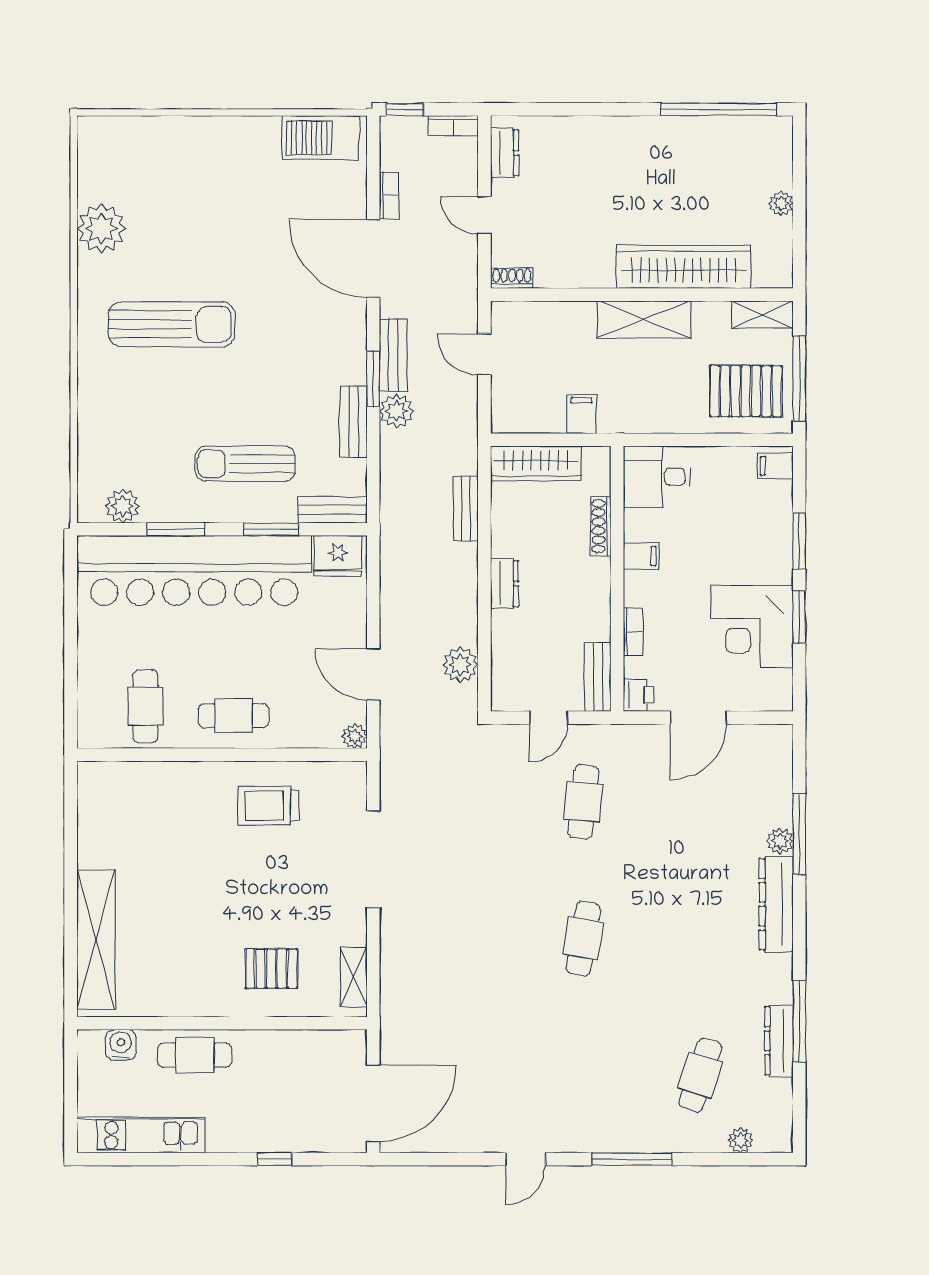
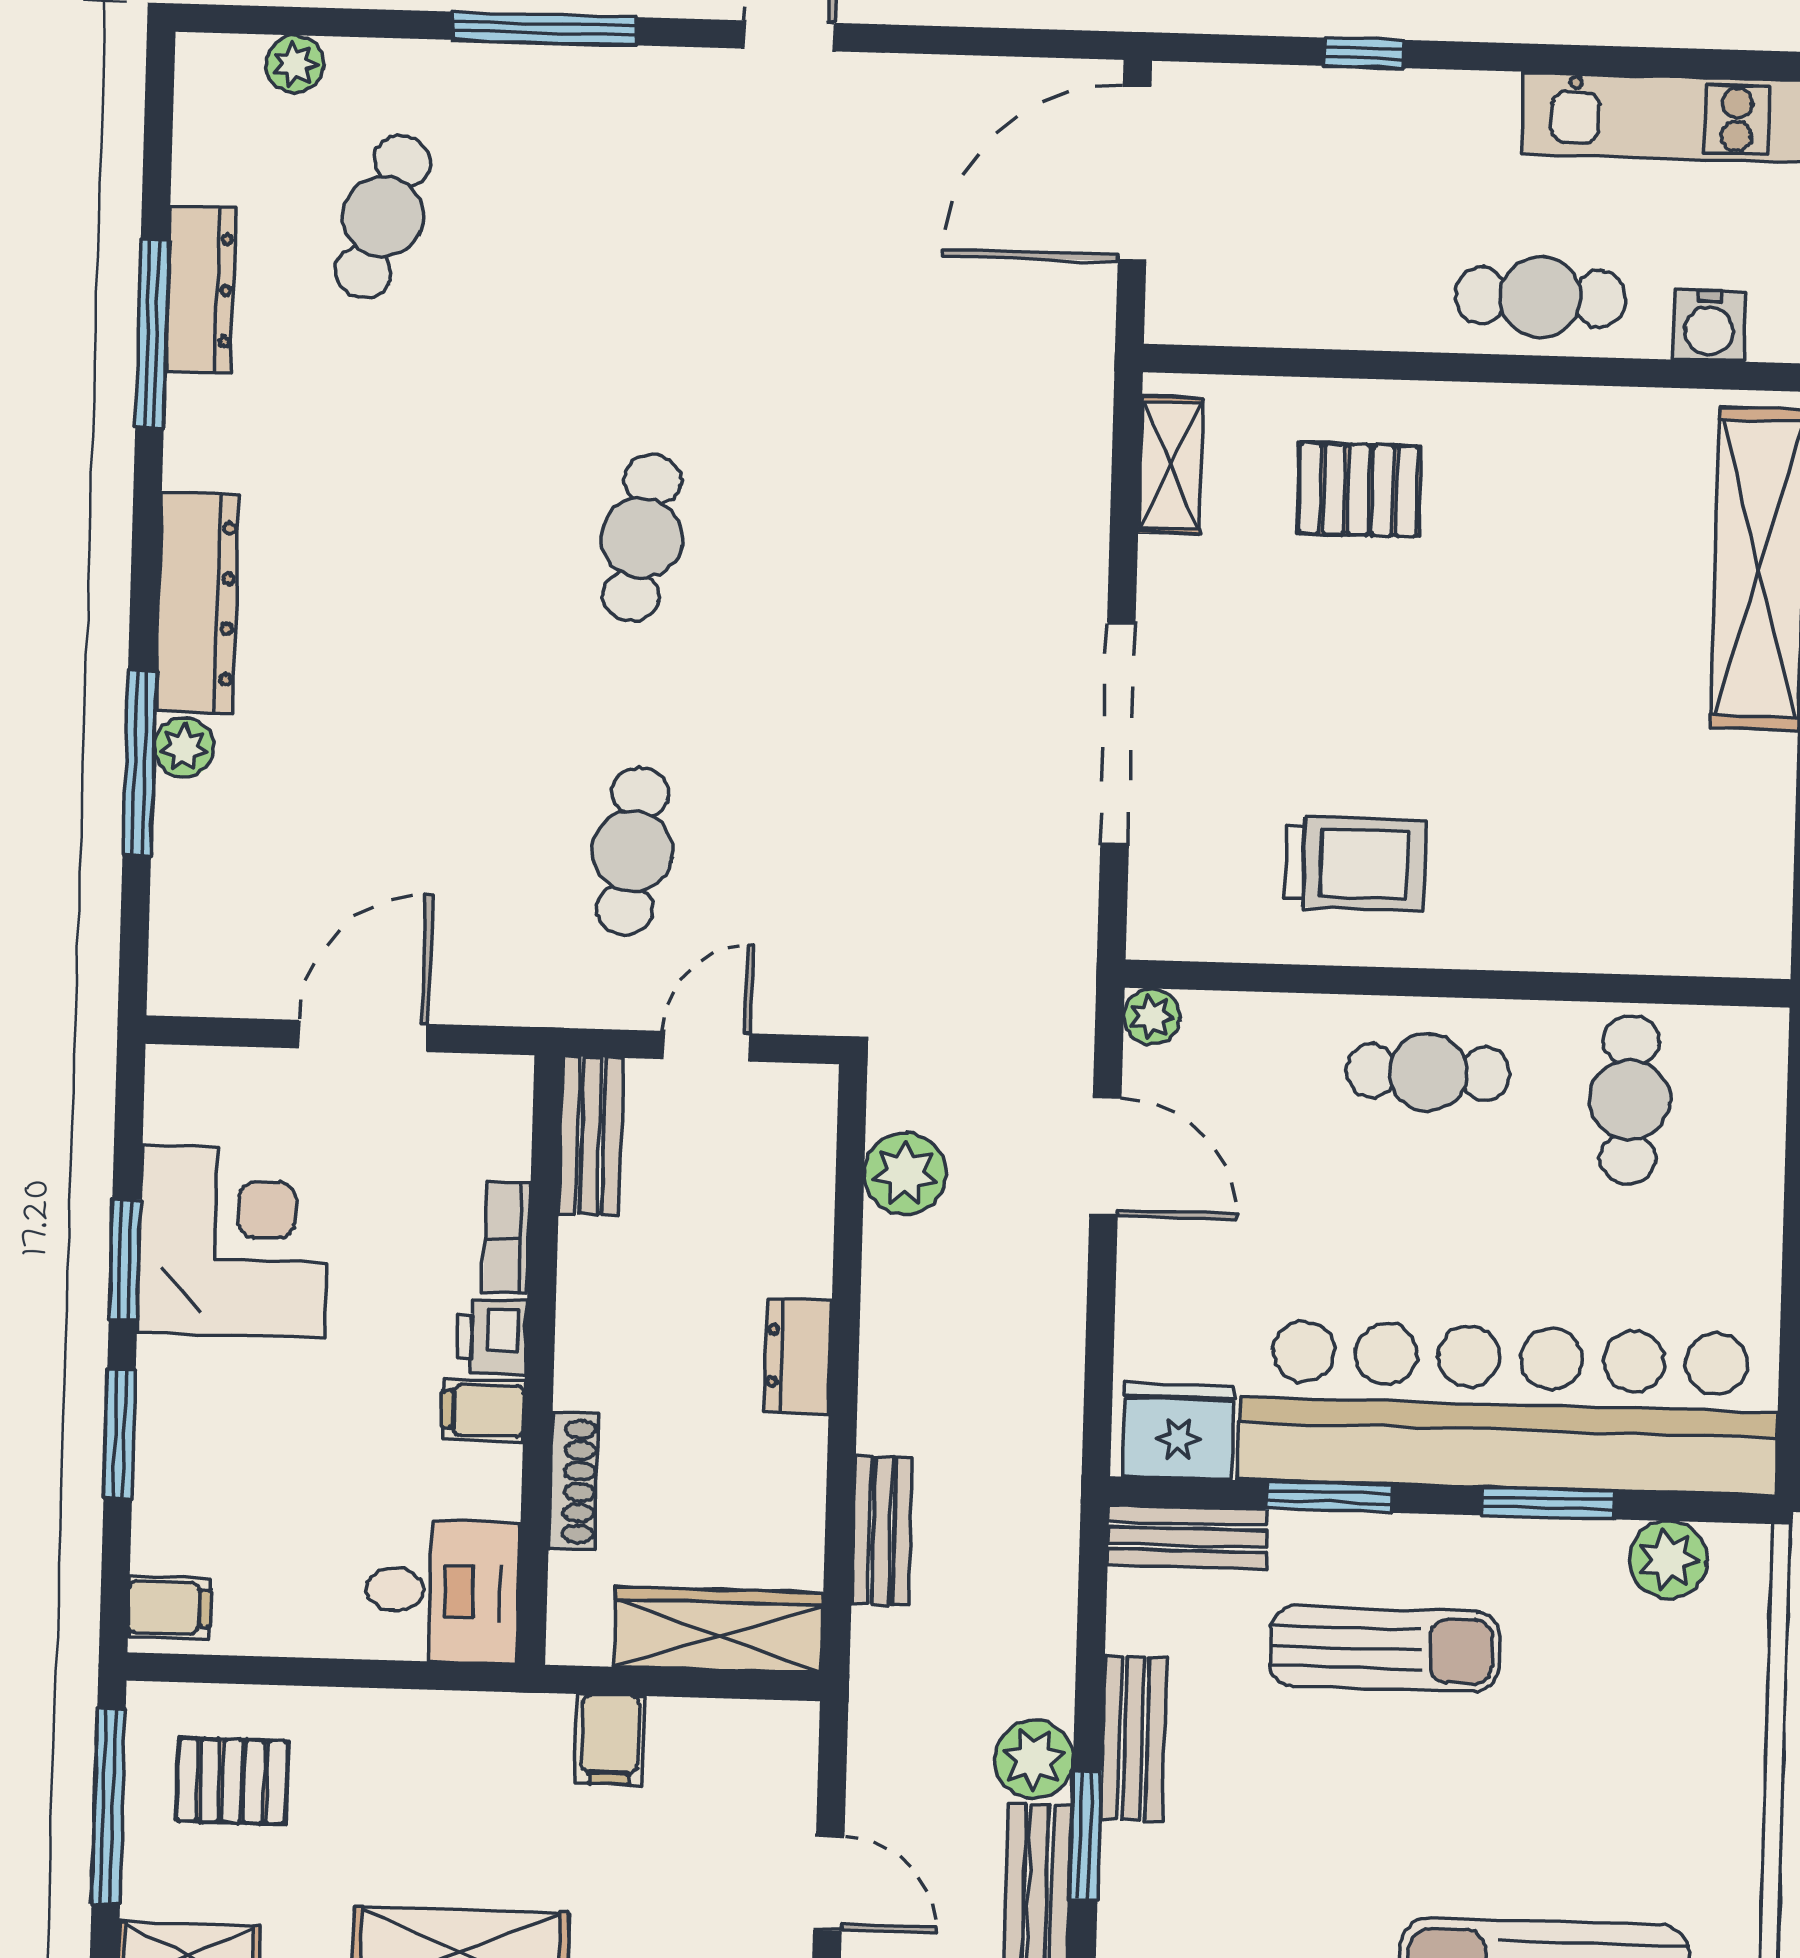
pallet: (746, 391) -> (232, 1781), width x0.67, depth x0.71
printer: (638, 695) -> (492, 1337), moved

